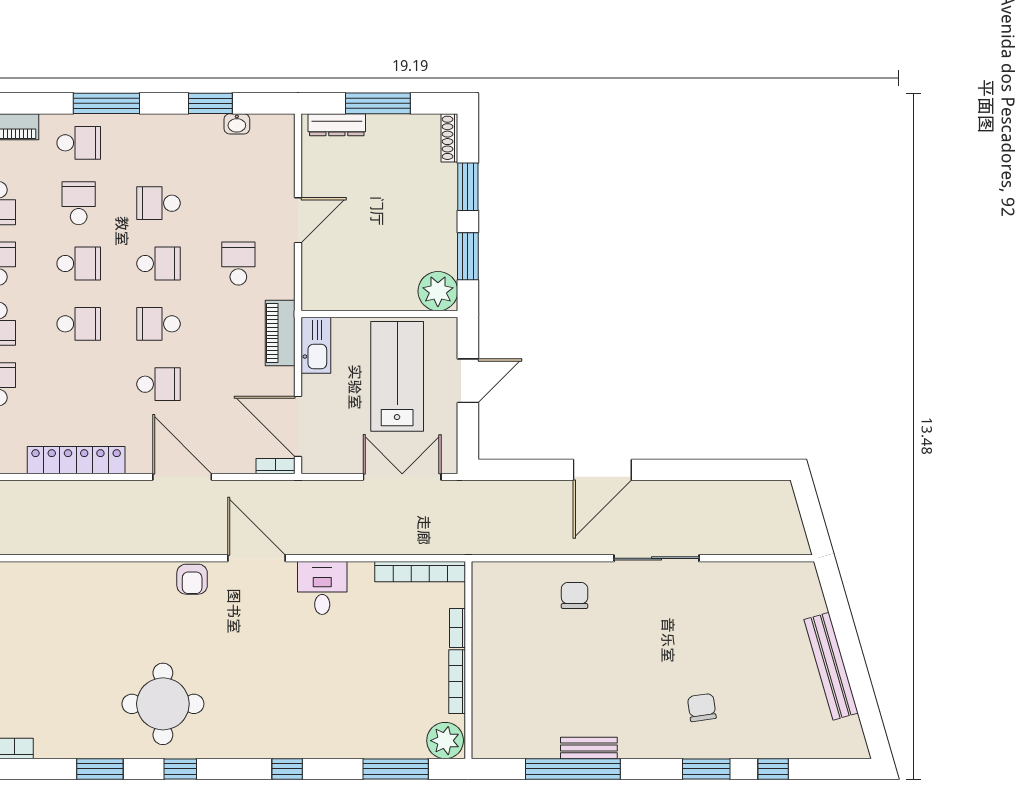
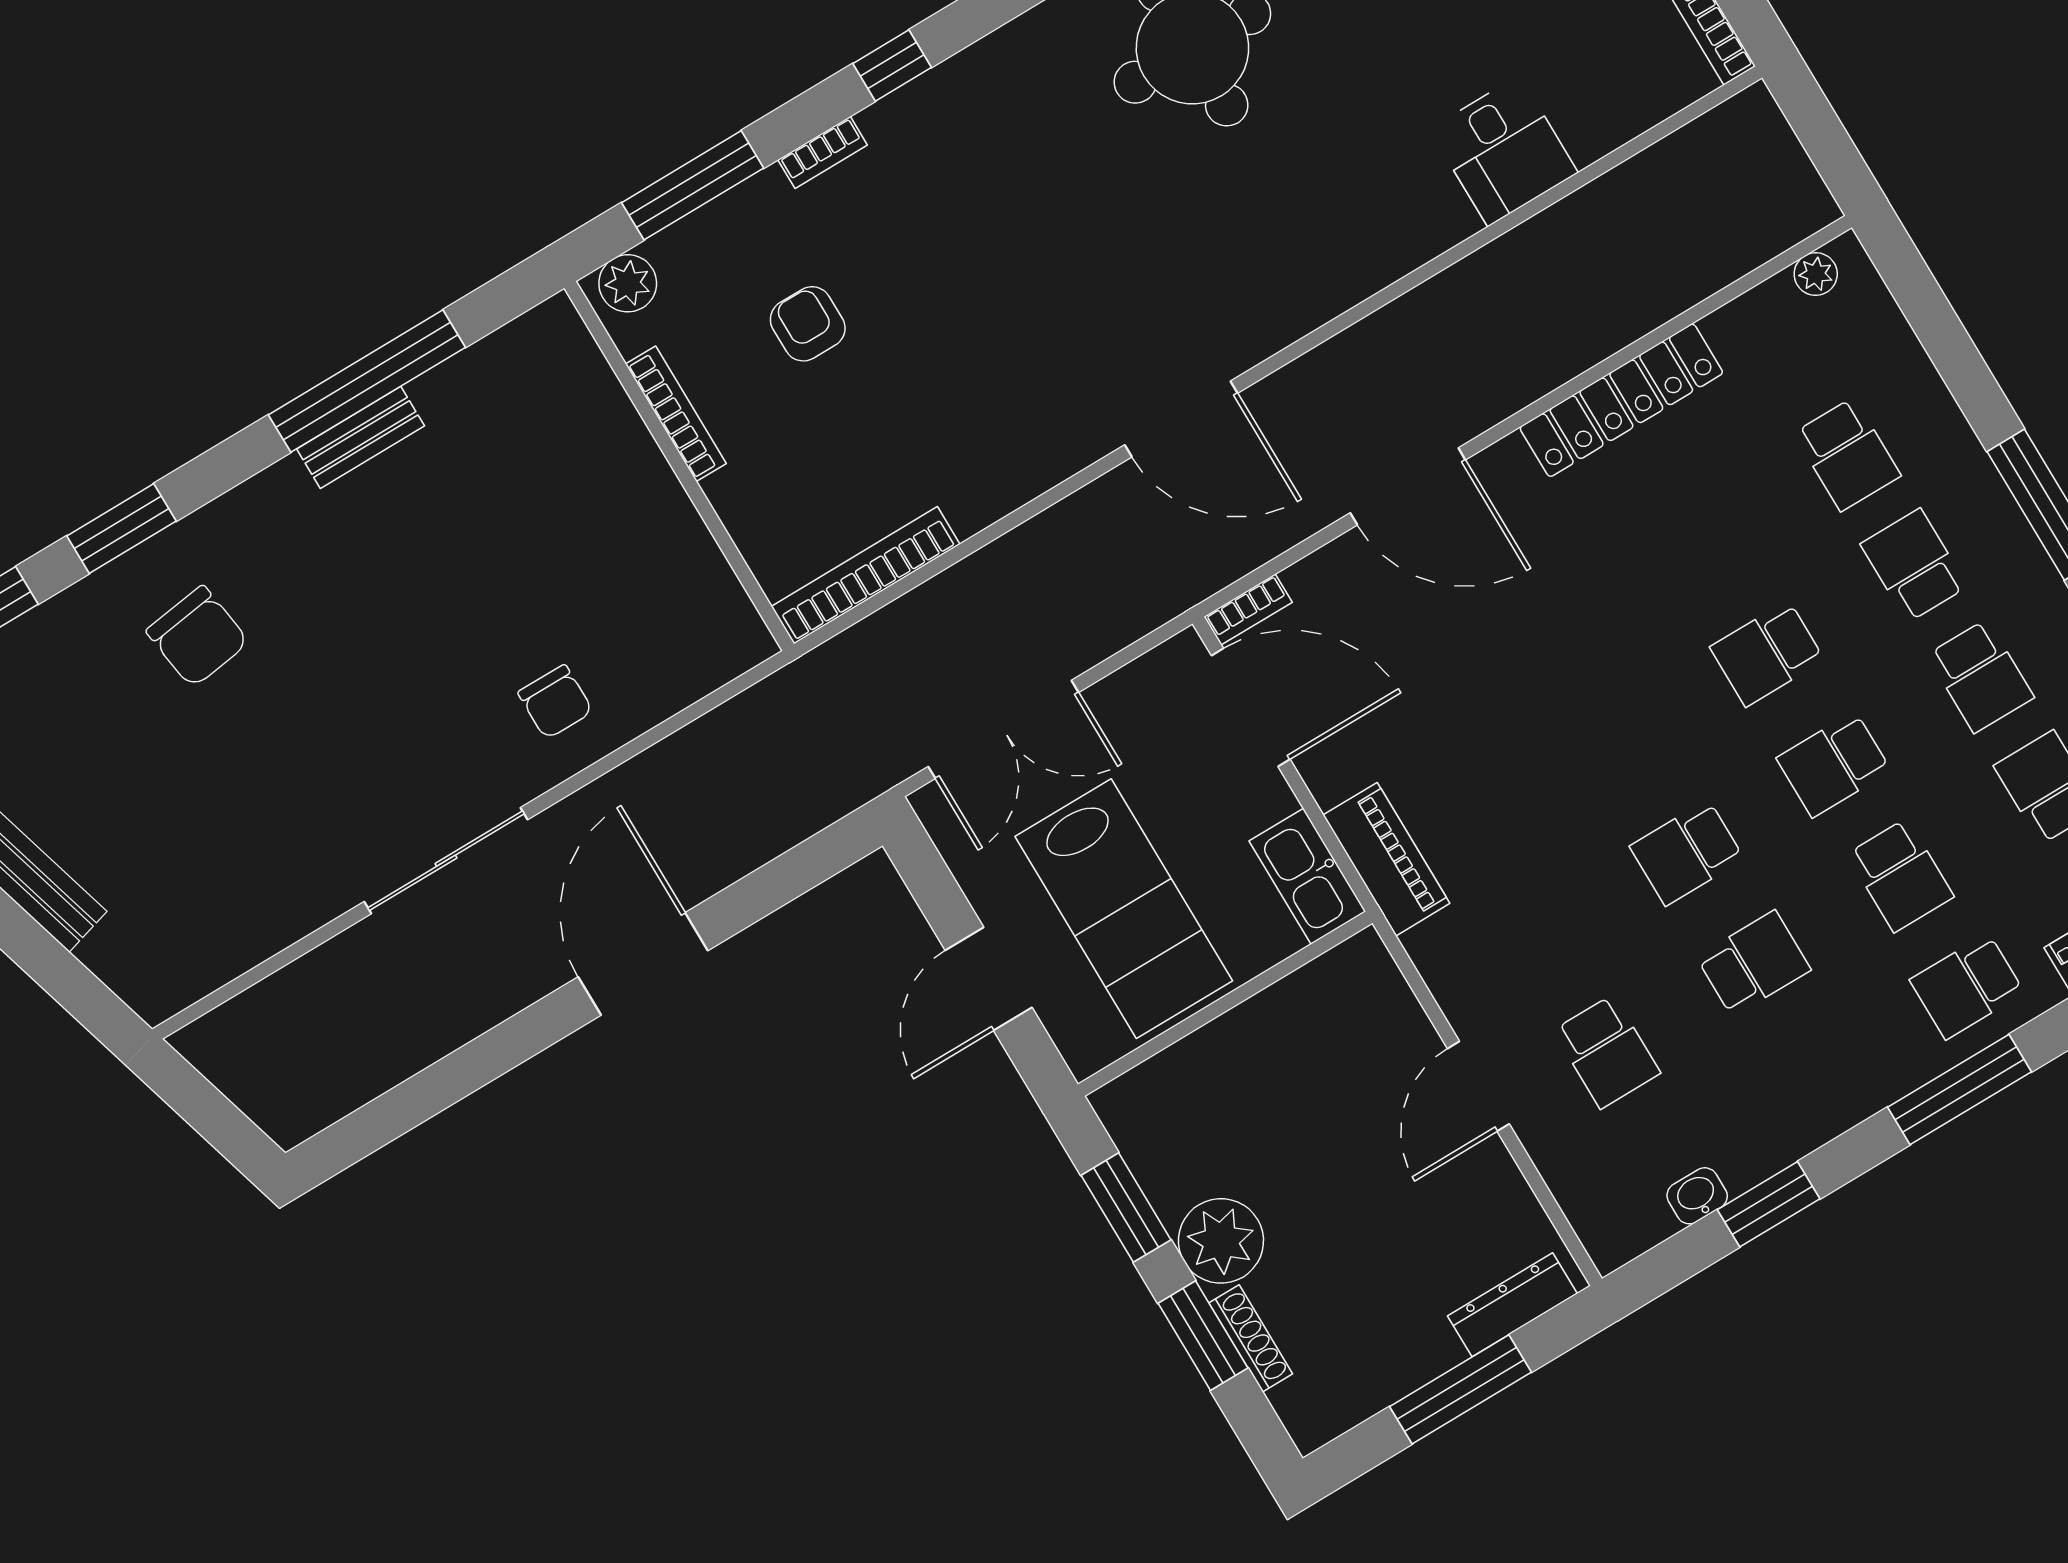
shoe rack: (449, 138) -> (1251, 1338), moved
school desk: (238, 264) -> (1607, 1052), moved
plant: (438, 291) -> (1221, 1241), moved
school desk: (159, 324) -> (1620, 742), removed
school desk: (159, 384) -> (1554, 631), removed
armchair: (192, 579) -> (808, 324), moved
desk: (322, 588) -> (1504, 151), moved
bookcase: (457, 628) -> (823, 152), moved, turned 90
chair: (702, 708) -> (198, 636), width x1.37, depth x1.37
plant: (445, 741) -> (628, 283), width x0.73, depth x0.73

